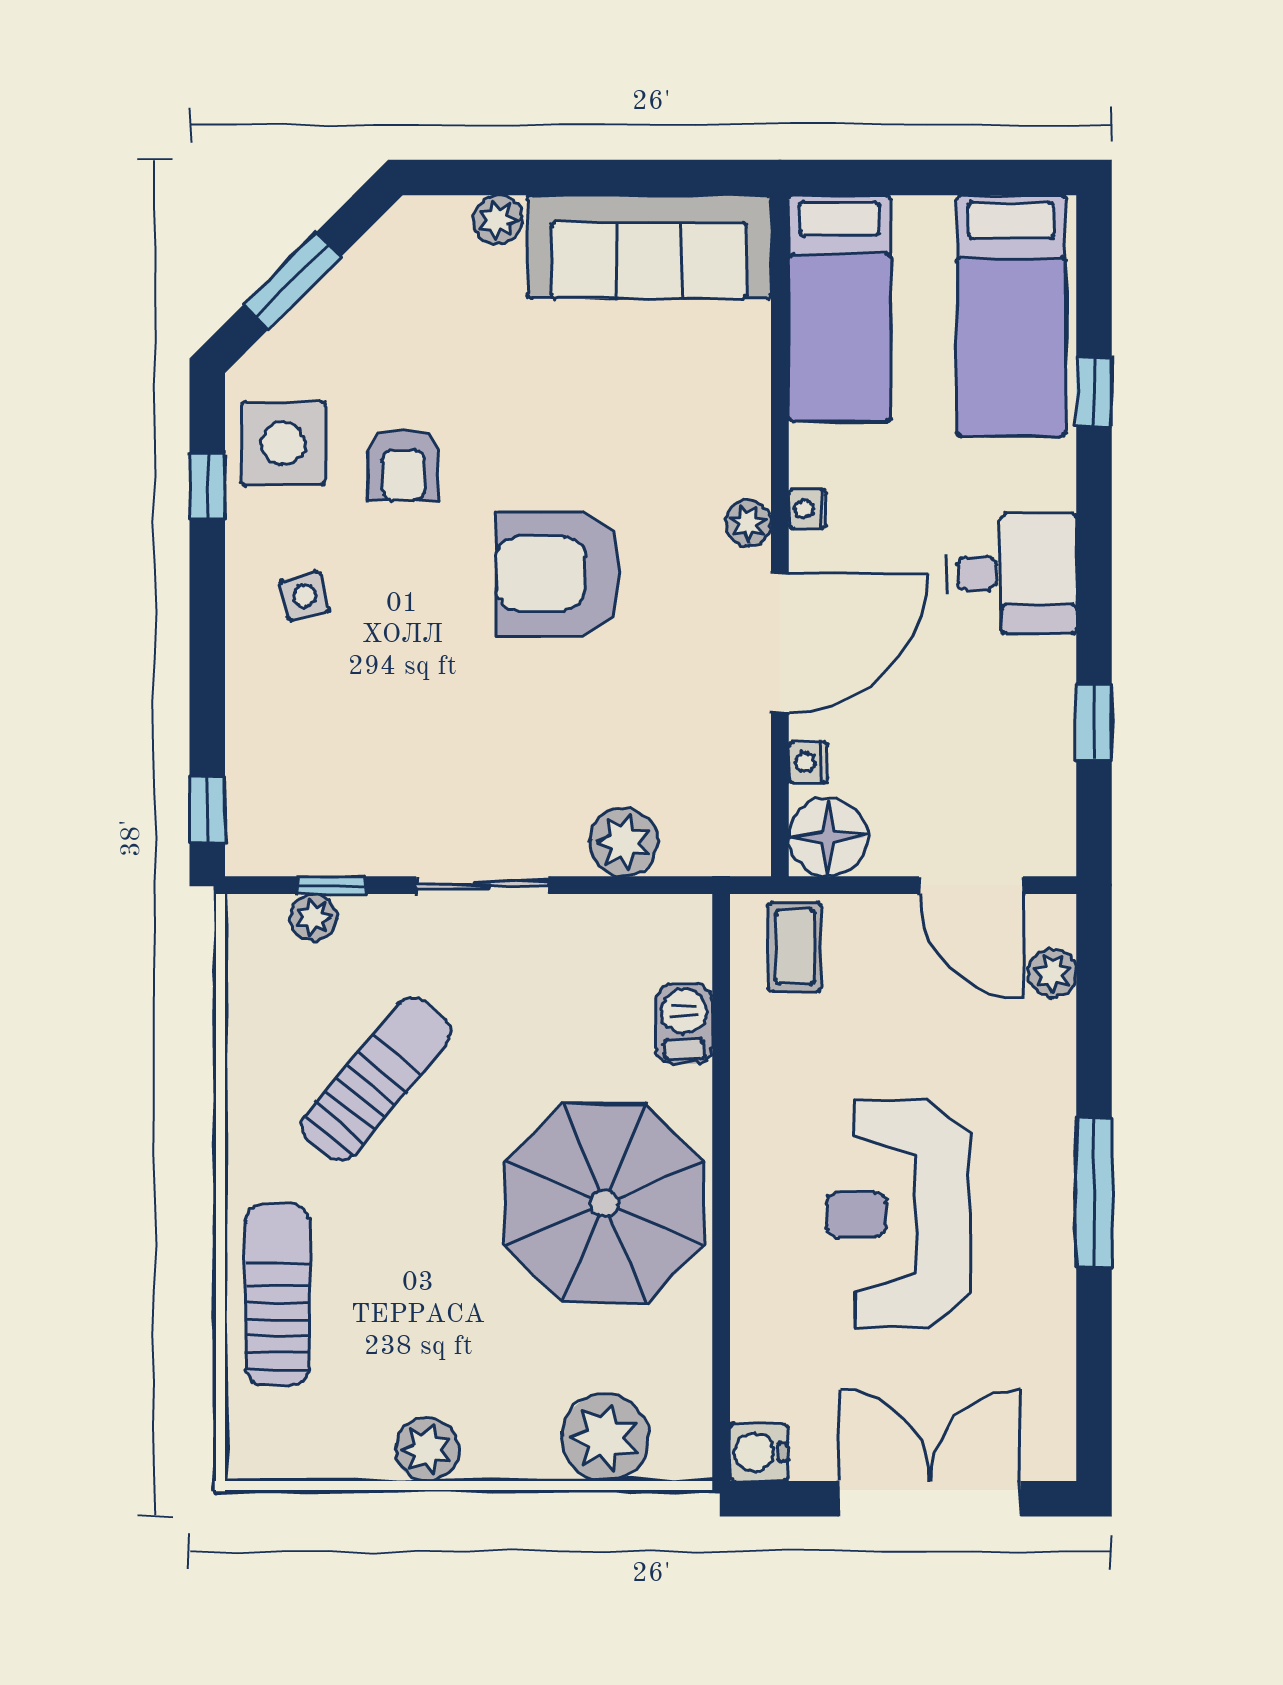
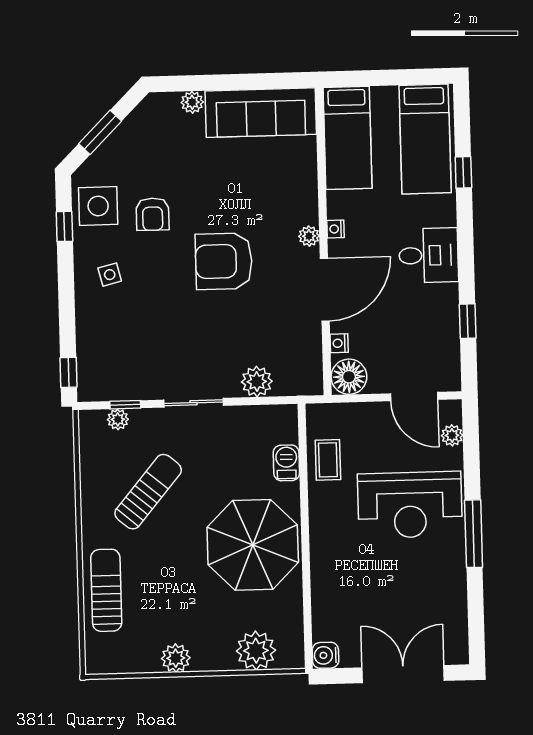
coffee table: (795, 947) -> (328, 460), moved
reception desk: (898, 1214) -> (410, 505), moved, turned -90

